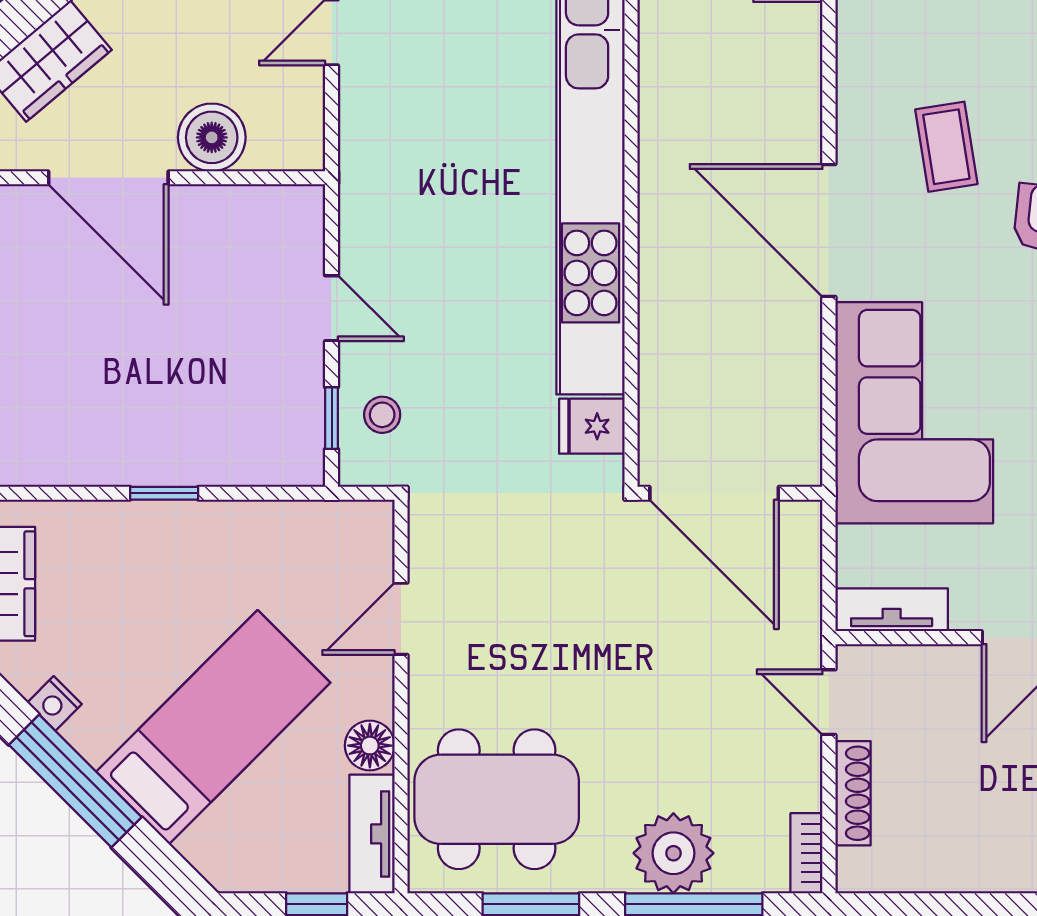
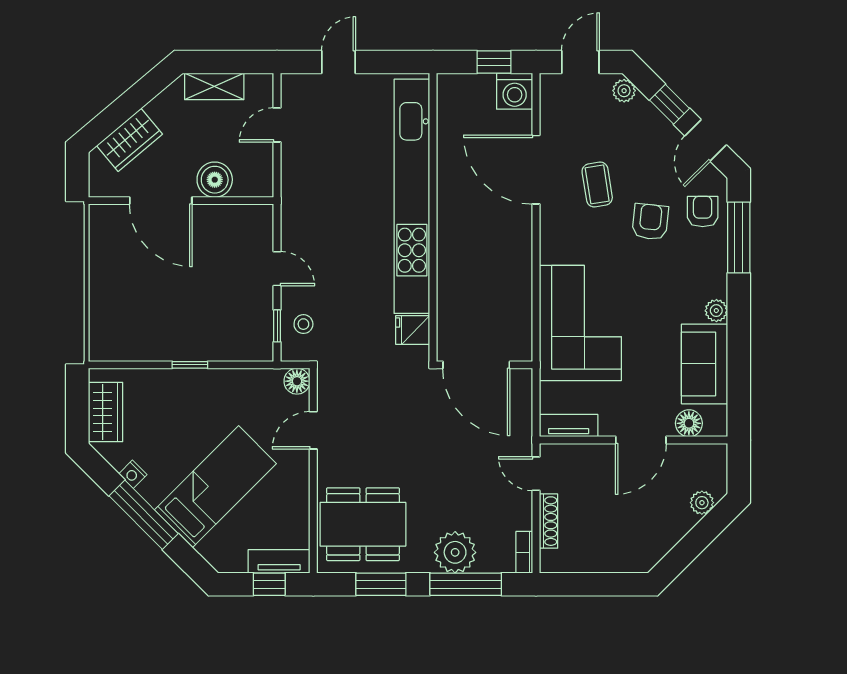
door: (829, 230) -> (536, 170), moved
floor lamp: (370, 746) -> (297, 381), moved
tv unit: (372, 834) -> (279, 561), moved, turned 90

